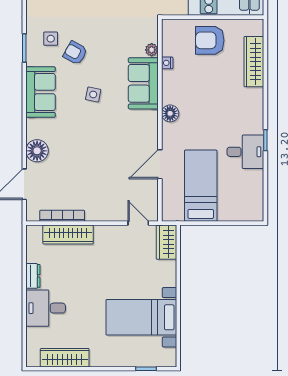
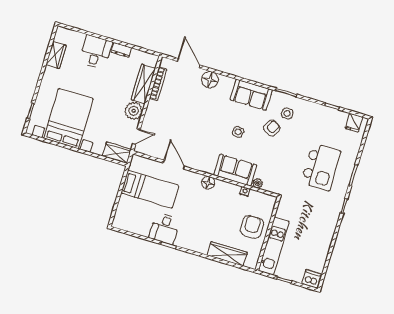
plant: (106, 237) -> (134, 111), added
bed with nightstands: (141, 317) -> (68, 119), width x1.36
wardrobe: (65, 358) -> (56, 55), width x0.67

